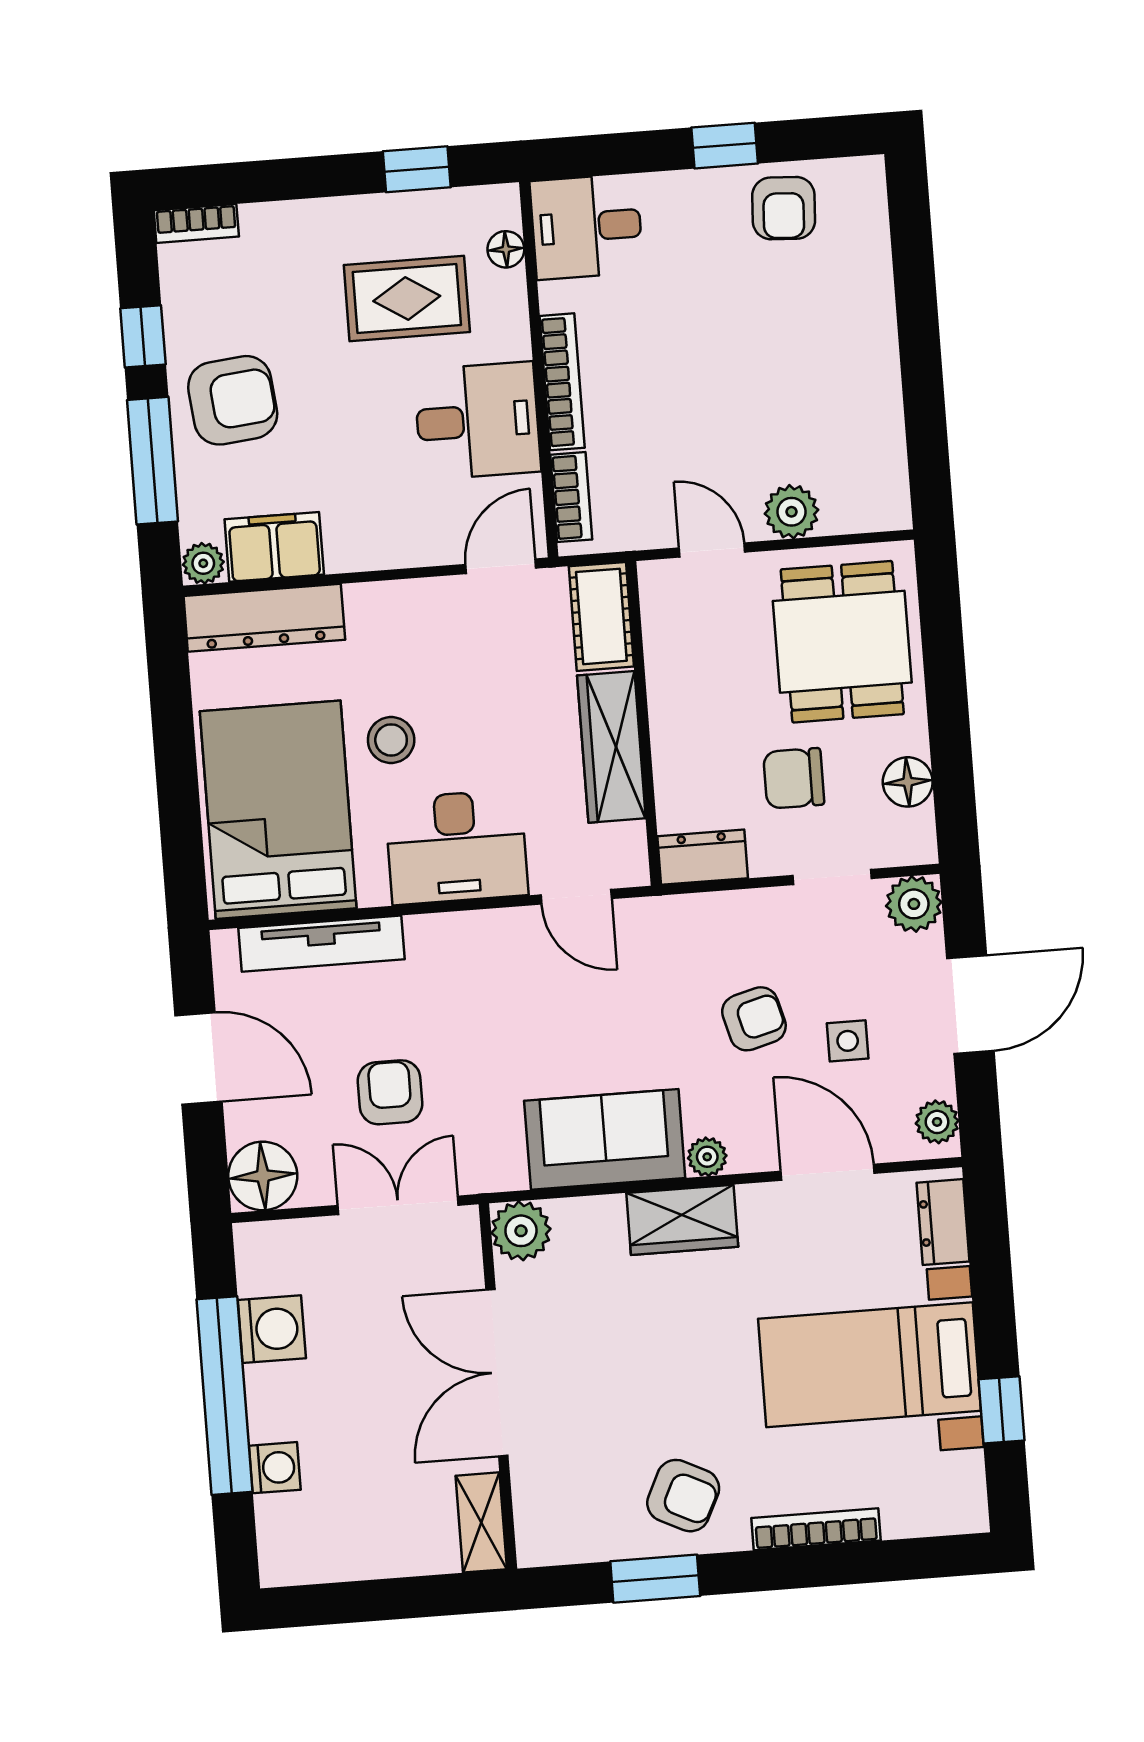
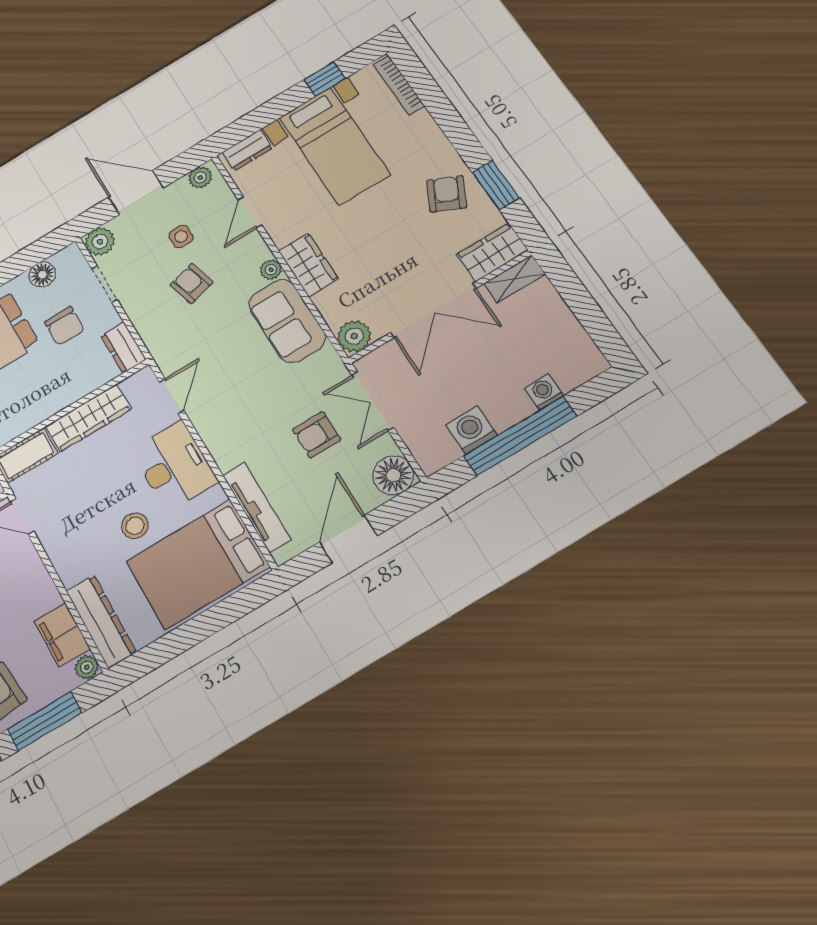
door: (828, 1172) -> (250, 212), width x0.73
wardrobe: (544, 1512) -> (492, 252), added
bookcase: (816, 1529) -> (399, 85), moved

